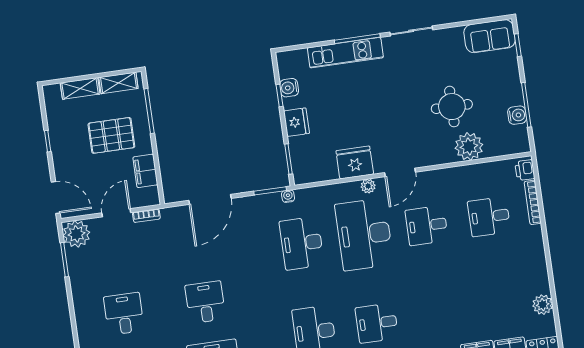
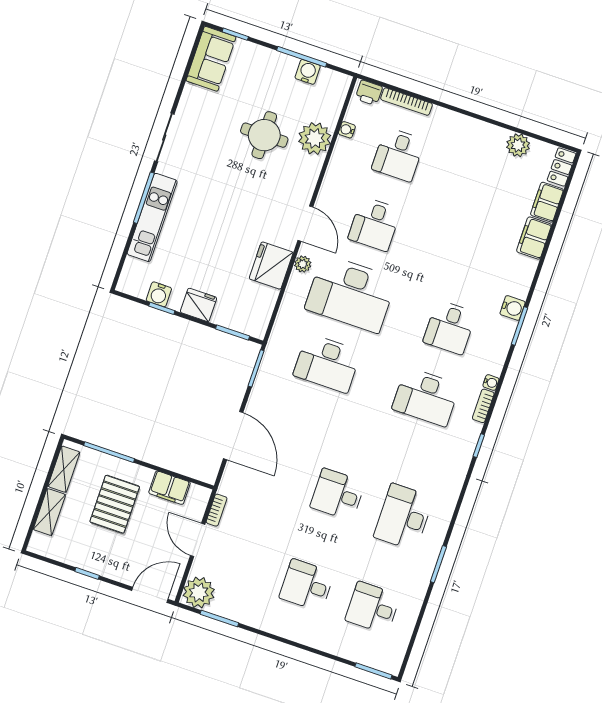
water cooler: (288, 196) -> (347, 130), moved

